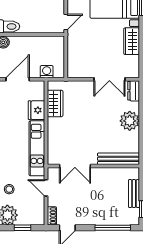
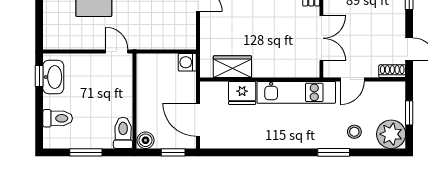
washing machine: (47, 72) -> (187, 62), moved

